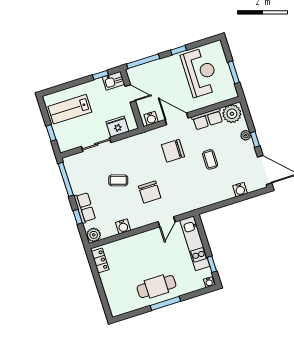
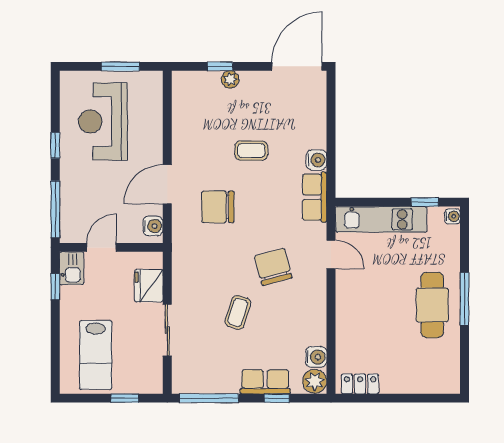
reception desk: (200, 72) -> (103, 121), turned -90
plant: (232, 114) -> (188, 91), removed
row of seats: (207, 119) -> (315, 197), moved, turned 180
window: (255, 139) -> (220, 66), moved
chair: (173, 151) -> (218, 207), turned 90
water cooler: (240, 190) -> (316, 160), moved
chair: (150, 192) -> (273, 267), turned -105
water cooler: (123, 226) -> (316, 357), moved

